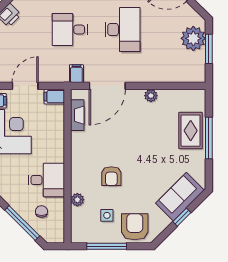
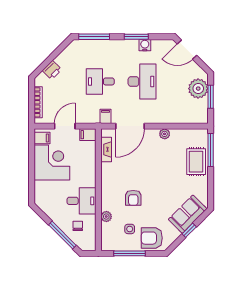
window: (209, 138) -> (211, 150), moved
armchair: (135, 227) -> (152, 238), turned -90

